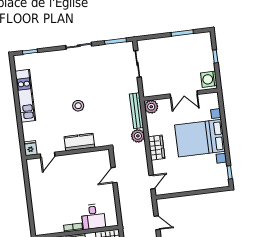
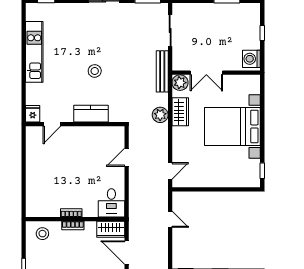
double door: (184, 94) -> (206, 73), moved
bench: (137, 111) -> (162, 71), moved
wardrobe: (156, 148) -> (180, 112), moved
desk: (93, 217) -> (111, 203), moved

